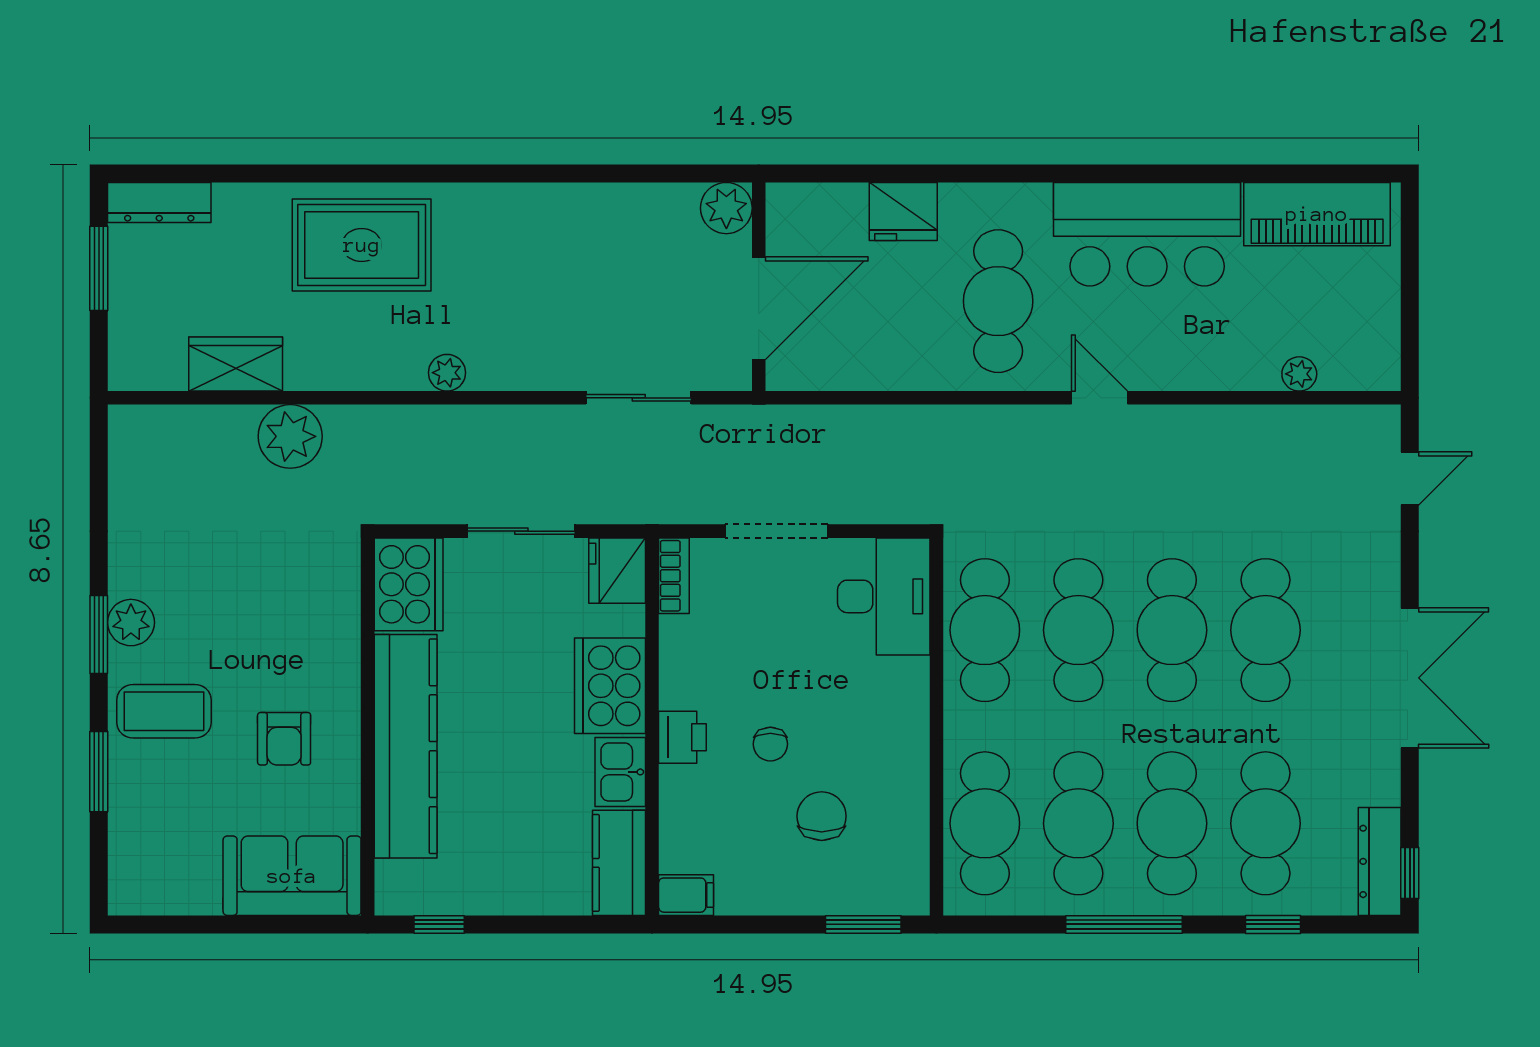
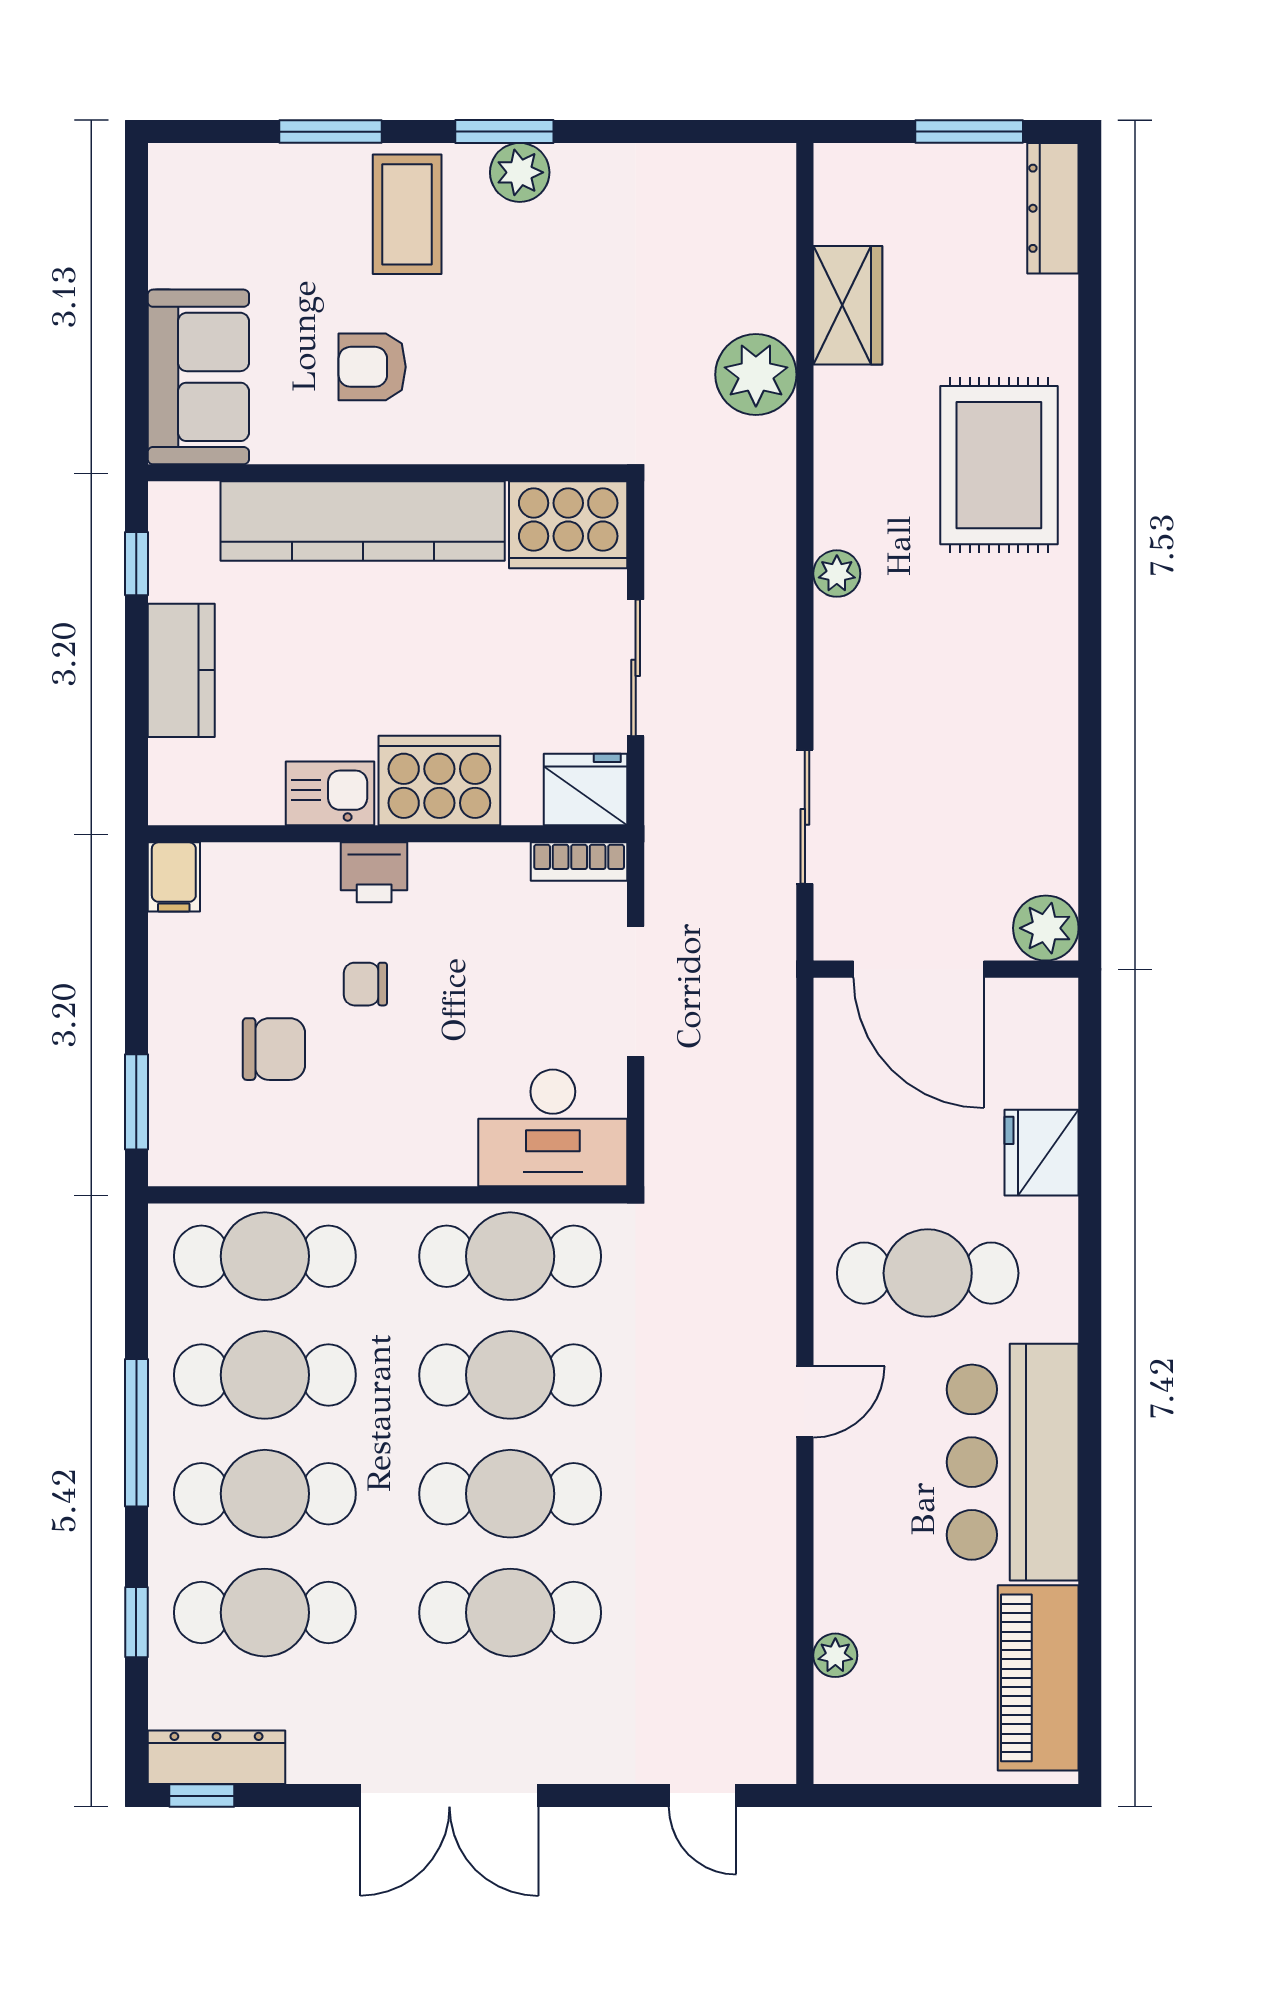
kitchen counter: (619, 863) -> (181, 670), moved, turned 90

